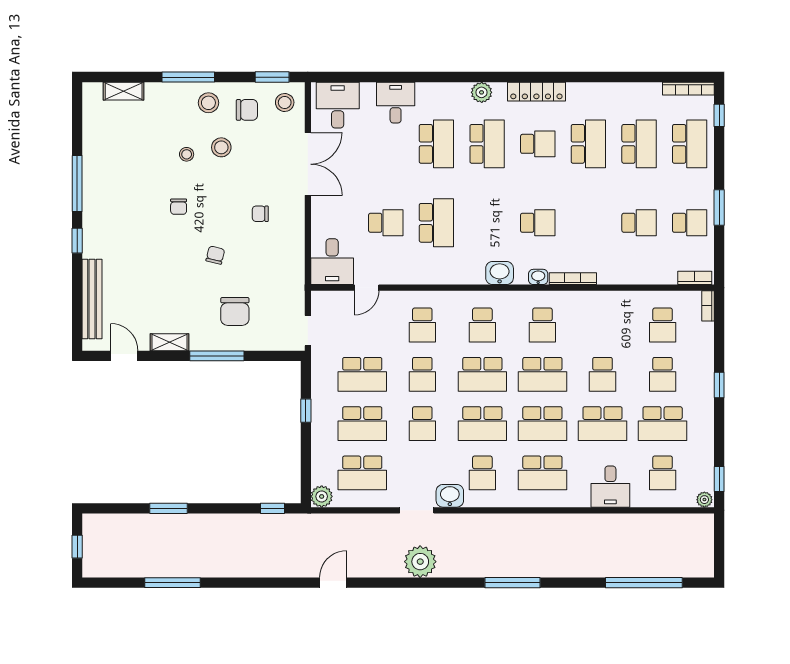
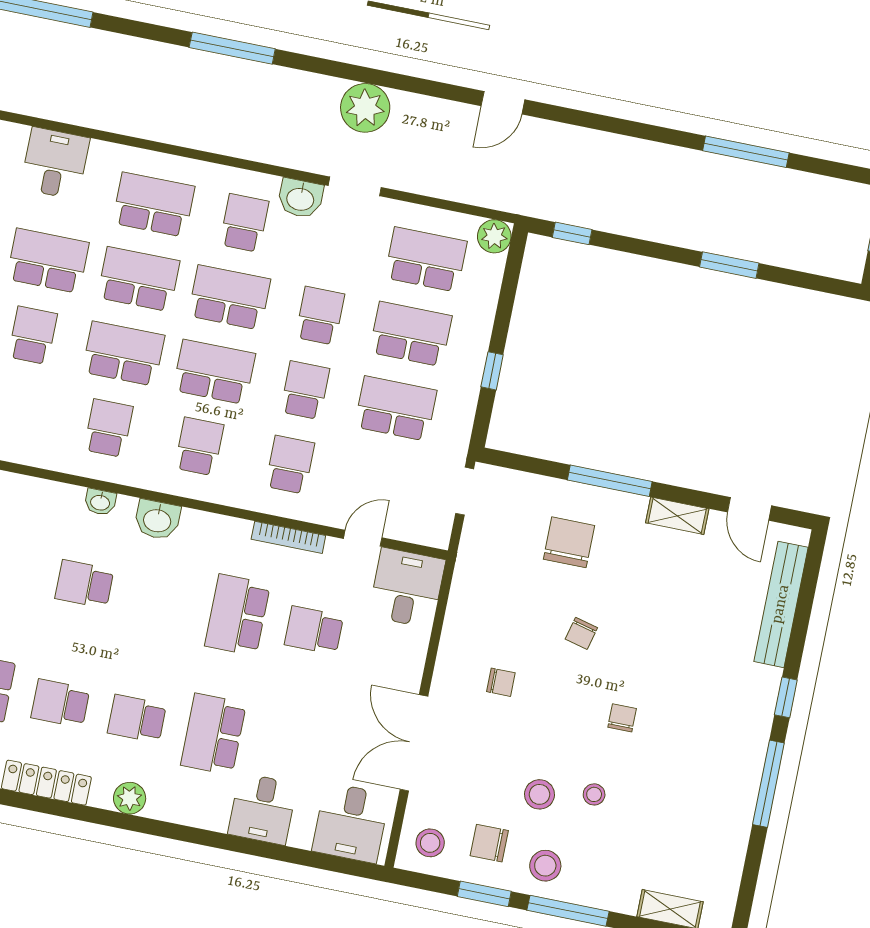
window: (272, 77) -> (484, 894), moved
school desk: (487, 144) -> (137, 719), width x0.54
bookcase: (573, 279) -> (288, 537), moved

